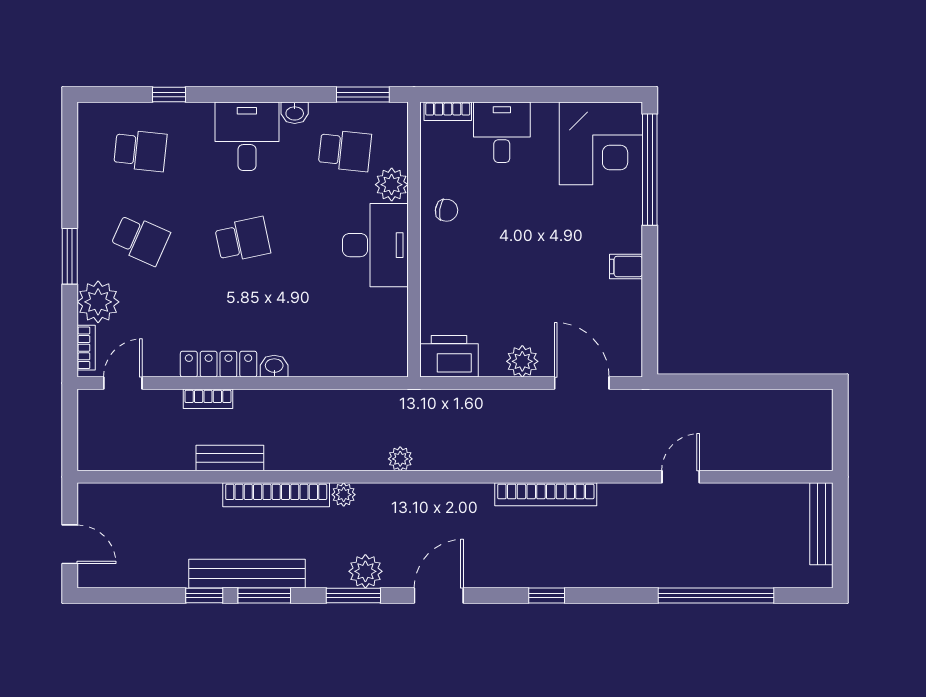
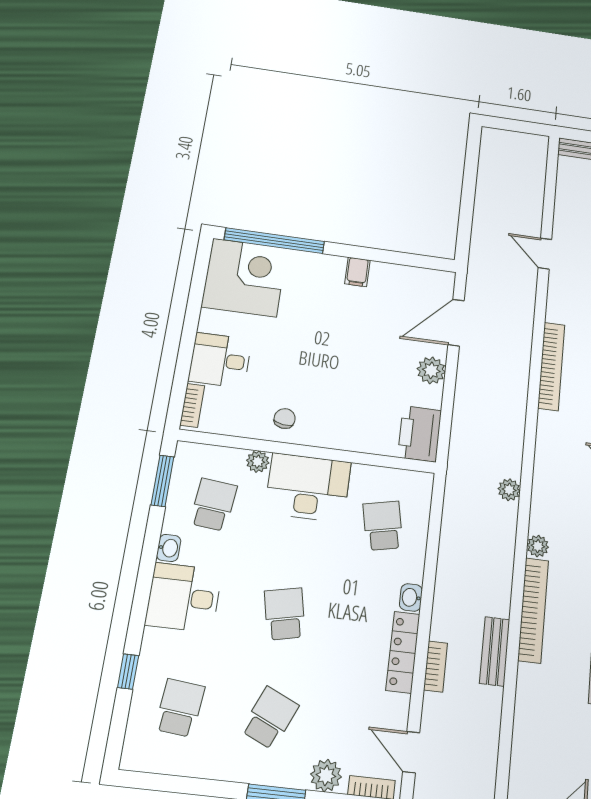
plant: (392, 185) -> (258, 462), width x0.73, depth x0.73
plant: (98, 302) -> (326, 776), width x0.73, depth x0.73
school desk: (345, 329) -> (383, 526), added

